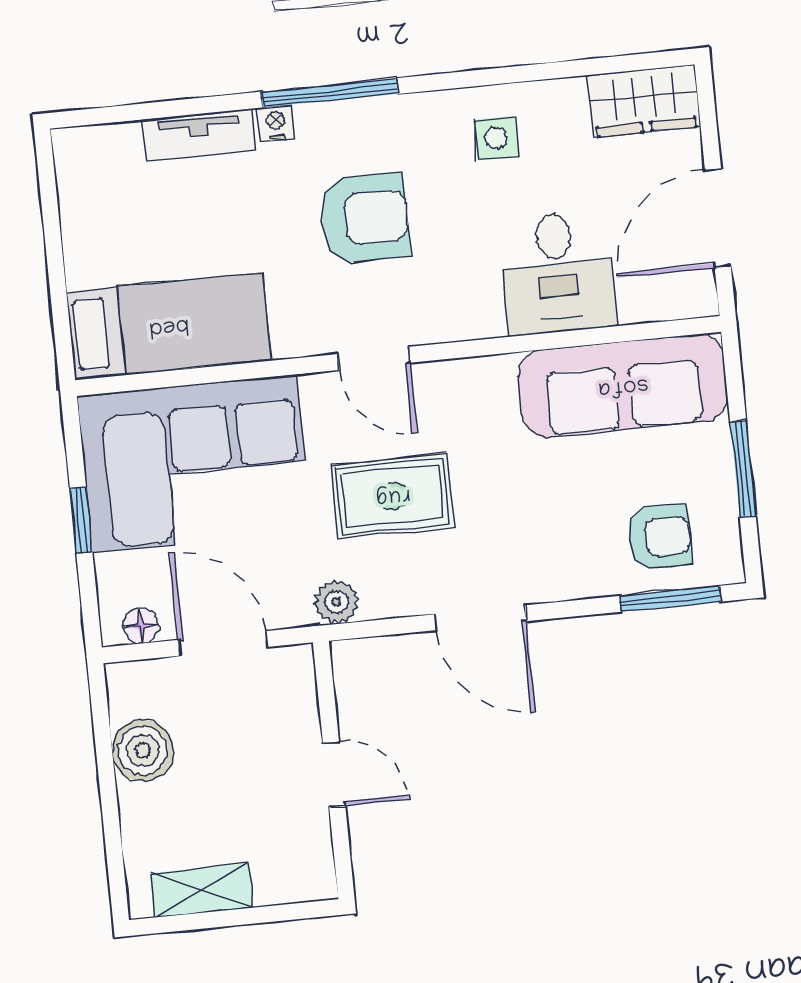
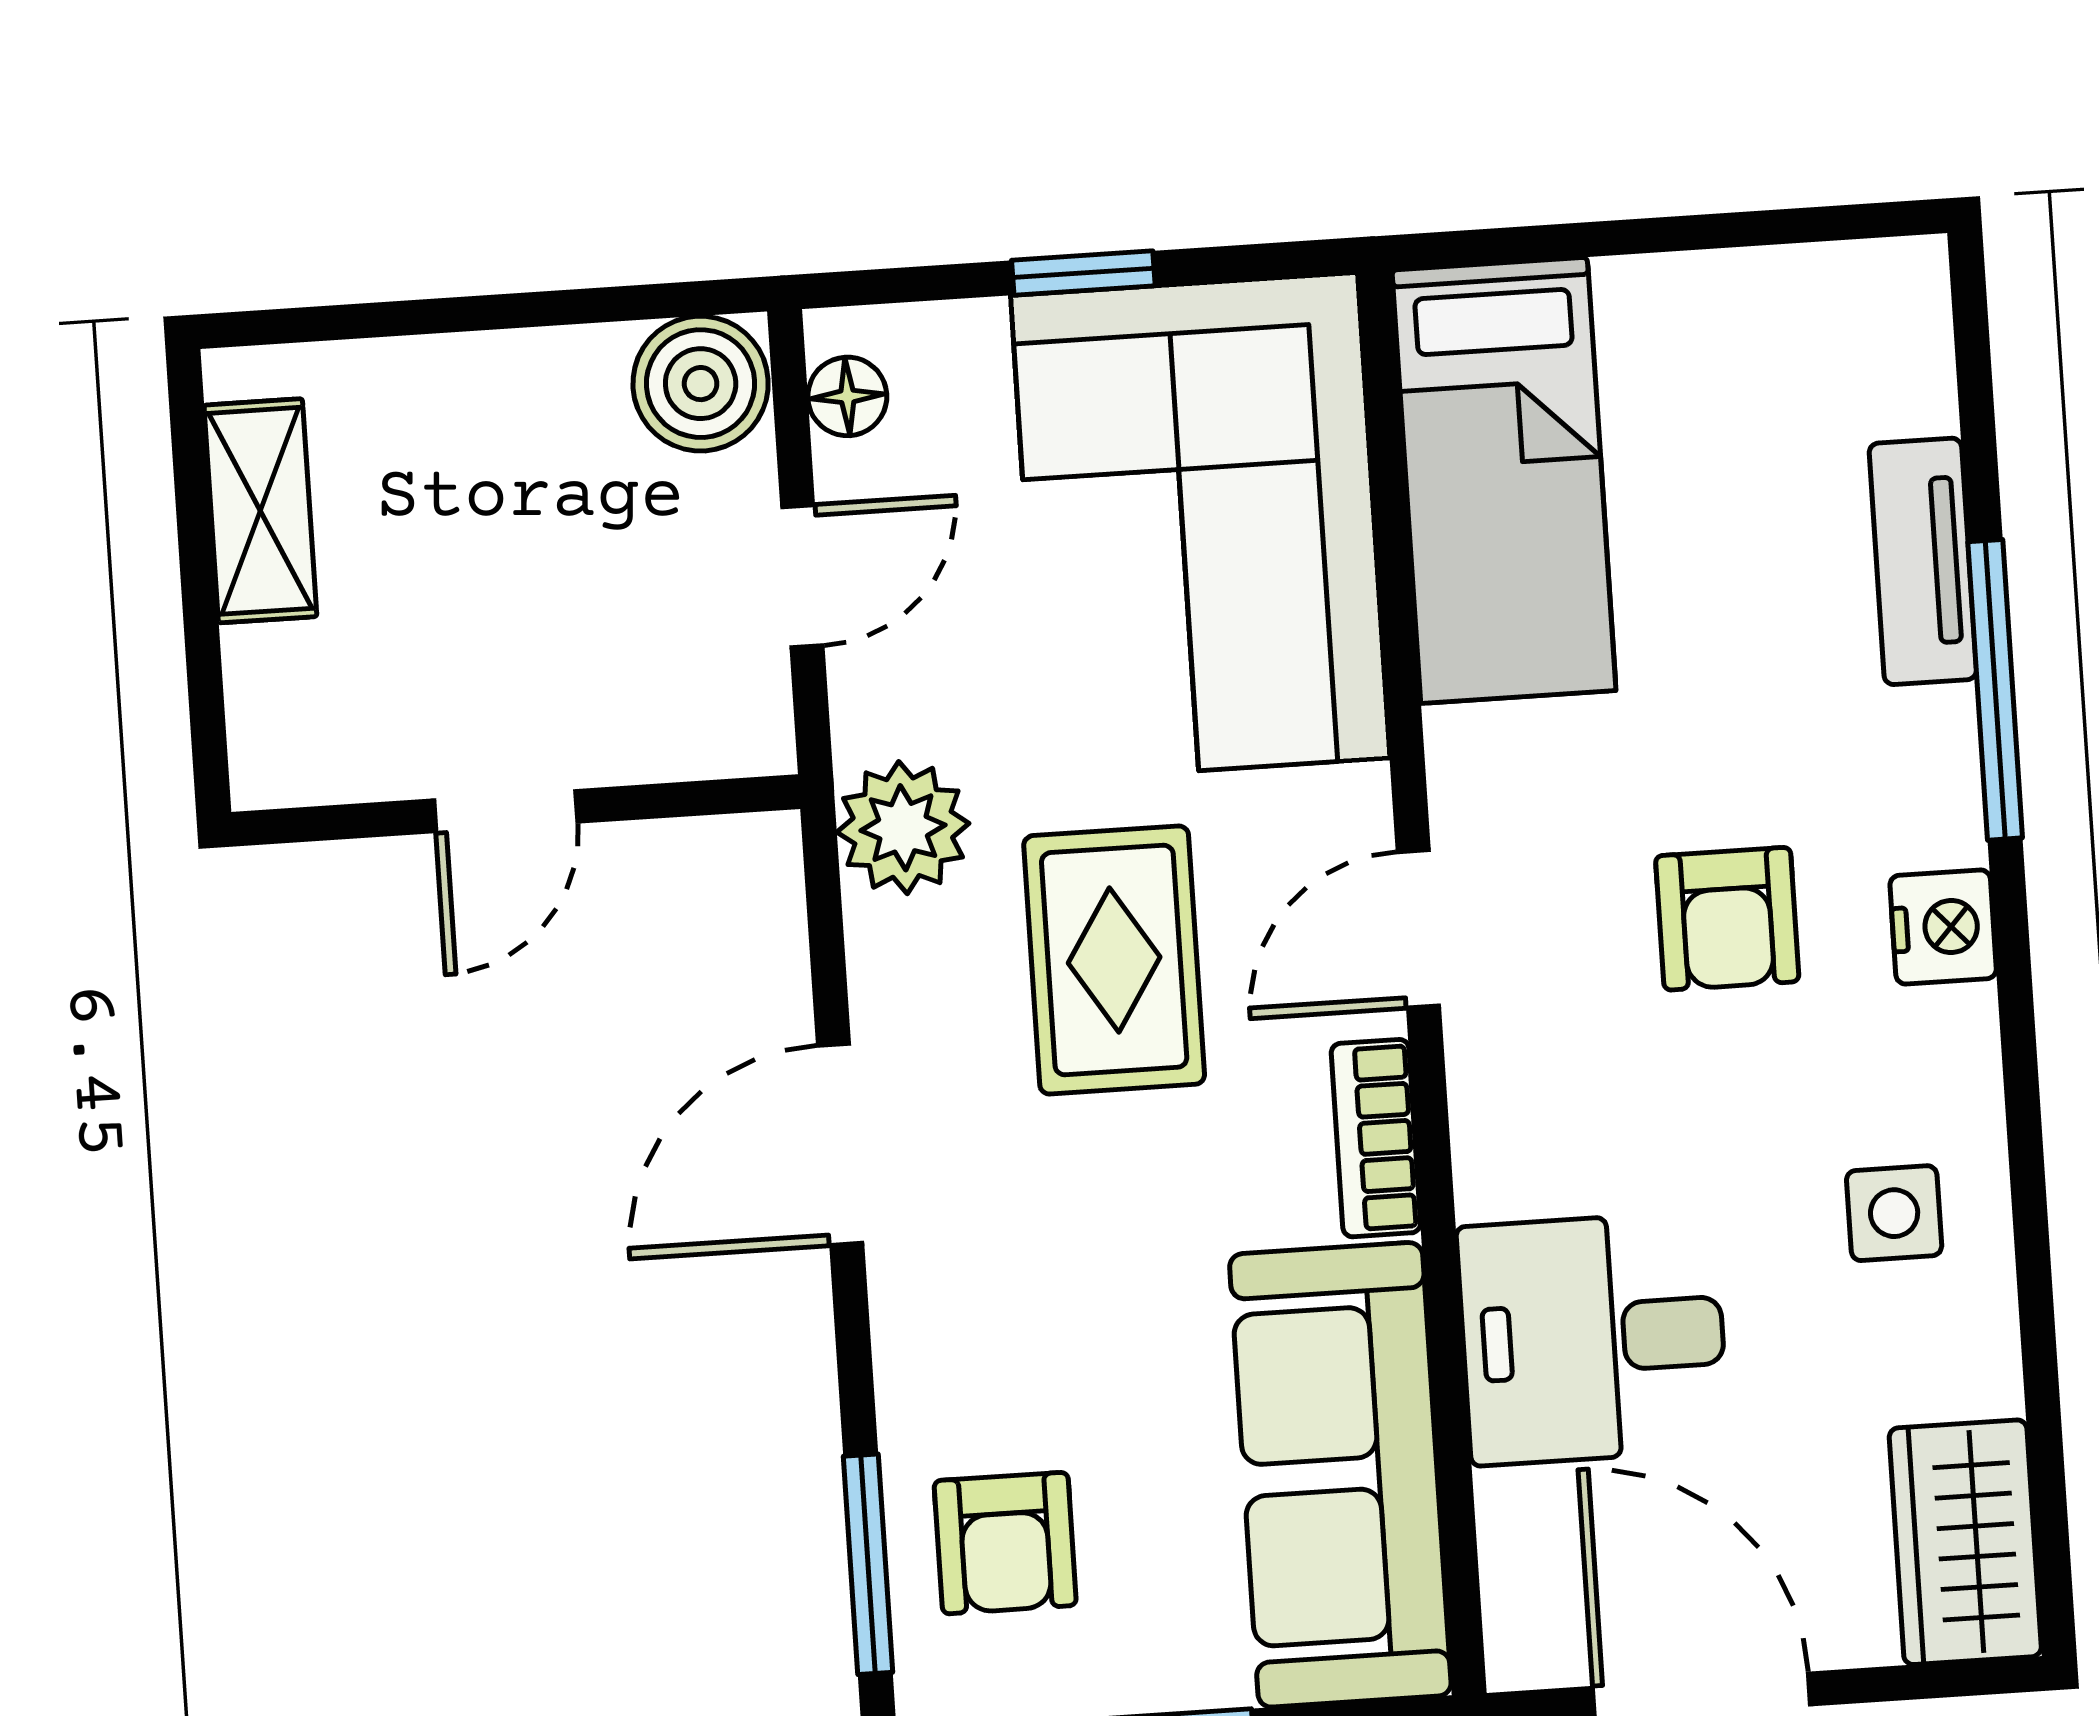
window: (330, 93) -> (1995, 690), moved
nightstand: (276, 123) -> (1943, 927), moved, width x1.39, depth x1.35
armchair: (365, 218) -> (1727, 919), width x0.72, depth x0.72
bookcase: (469, 375) -> (1376, 1138), added
plant: (336, 602) -> (903, 828), width x1.38, depth x1.38
door: (223, 643) -> (802, 576), width x0.73
boiler: (143, 751) -> (701, 384), moved

